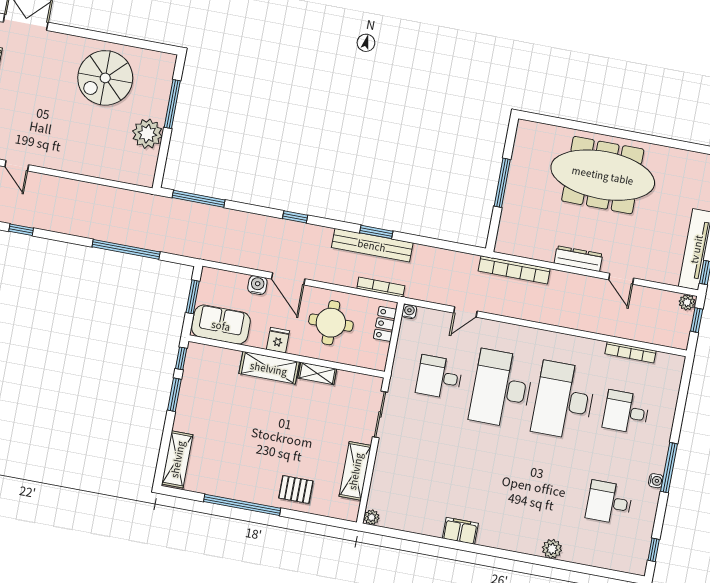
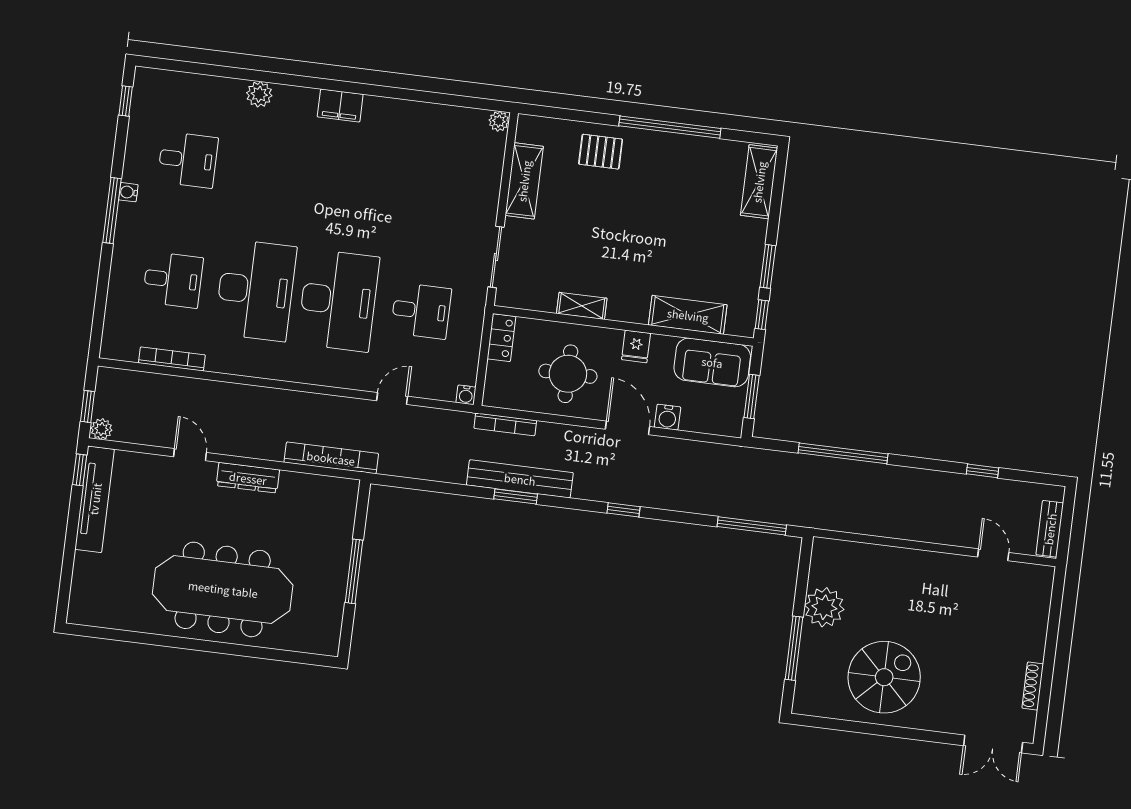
locker: (385, 324) -> (501, 338), moved
shelving: (269, 368) -> (688, 315), moved
filing cabinet: (460, 531) -> (340, 106), moved

